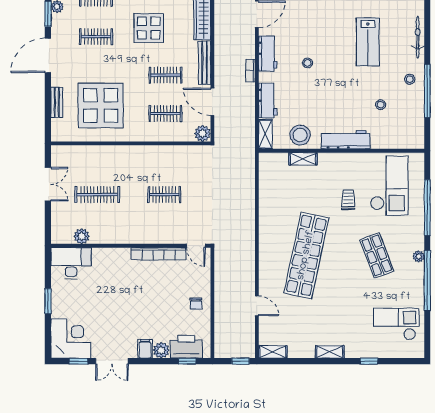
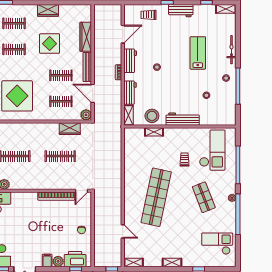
lab bench: (368, 42) -> (198, 53), turned 180
wardrobe: (179, 154) -> (70, 129), added
clothes rail: (164, 195) -> (60, 156), width x1.36
door: (196, 246) -> (81, 191), hinge flipped

